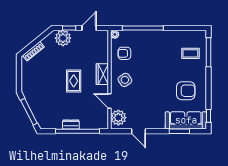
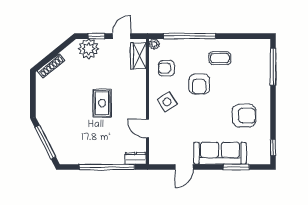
coffee table: (190, 53) -> (220, 58), moved
armchair: (150, 66) -> (199, 84), added
wardrobe: (102, 74) -> (138, 56), moved
plant: (118, 118) -> (159, 150), removed
sofa: (186, 120) -> (220, 153), moved
dresser: (71, 124) -> (136, 158), moved
door: (138, 131) -> (184, 167), hinge flipped

